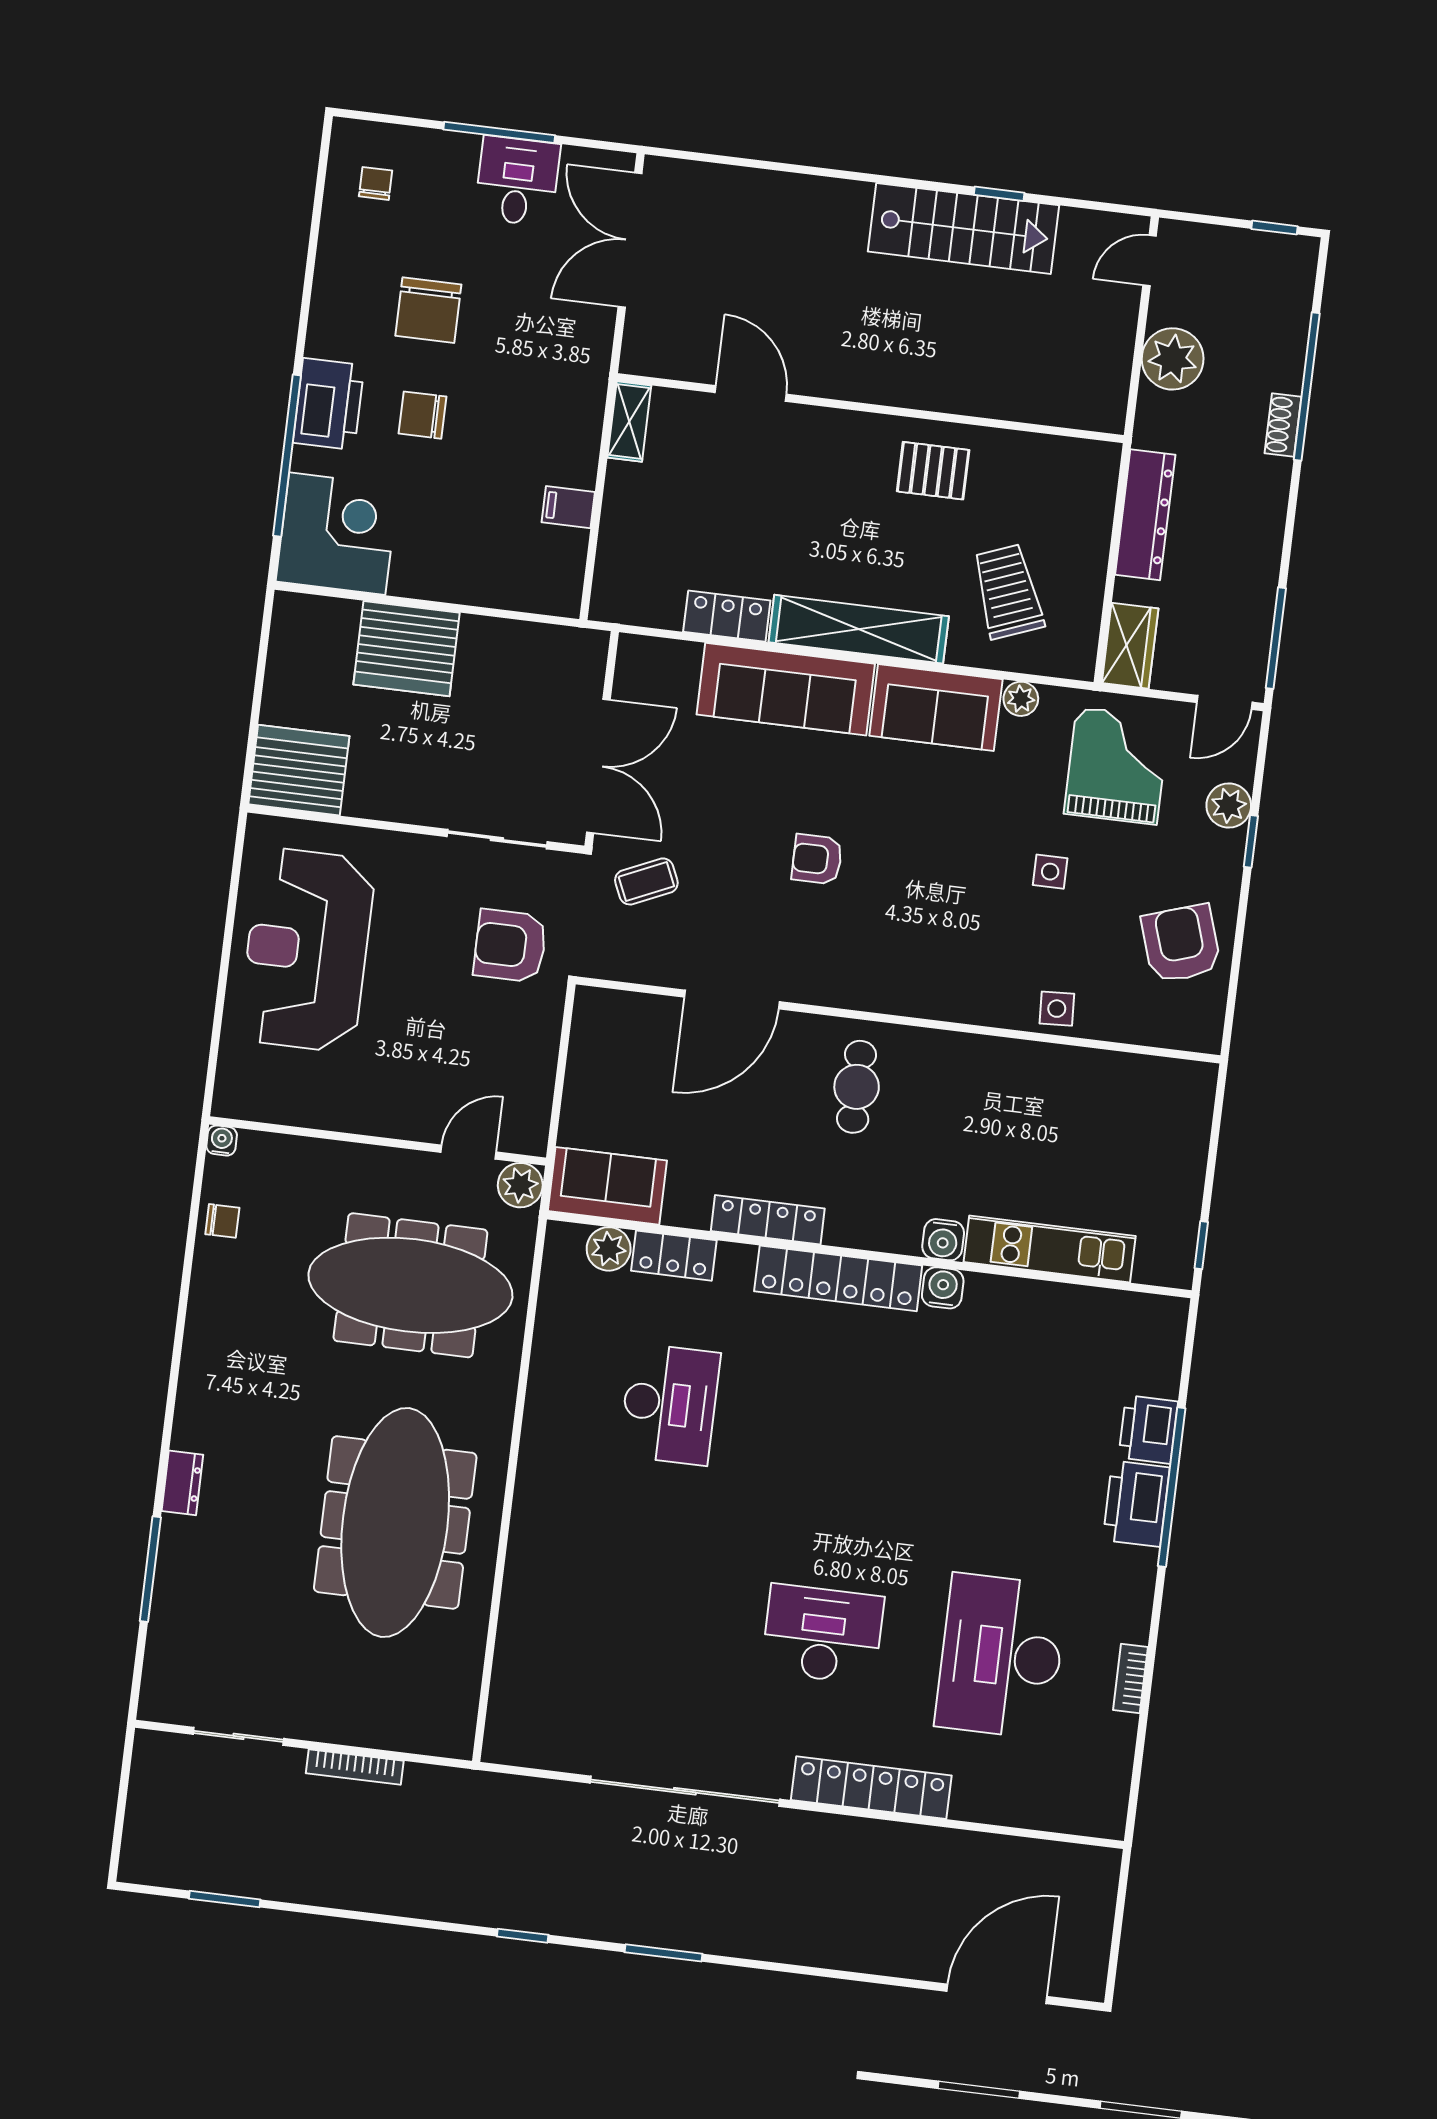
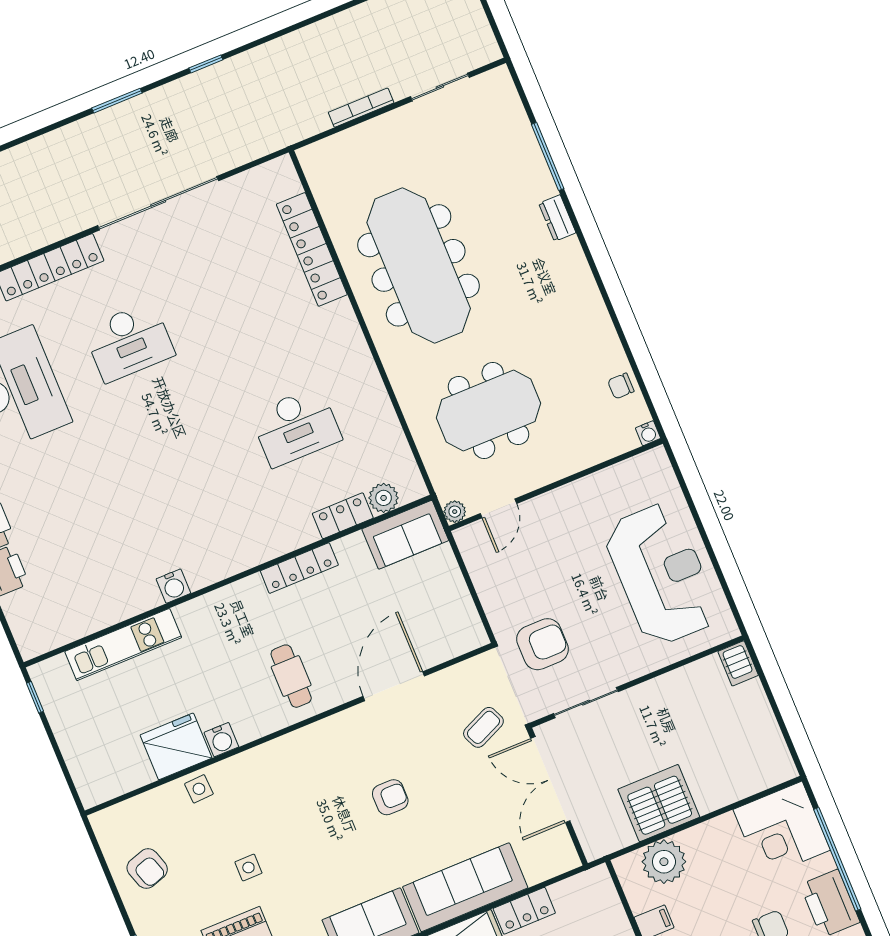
plant: (512, 578) -> (664, 862), added
server rack: (406, 649) -> (659, 803), moved
server rack: (299, 770) -> (738, 663), width x0.46, depth x0.70
armchair: (1181, 944) -> (147, 869), width x0.72, depth x0.72
fridge: (1056, 1080) -> (176, 746), added
plant: (520, 1185) -> (455, 512), width x0.73, depth x0.73
water cooler: (943, 1240) -> (221, 740), moved, turned 180
locker: (838, 1278) -> (312, 249), moved, turned -90
meeting table: (410, 1285) -> (488, 411), width x0.73
desk: (670, 1404) -> (296, 427), turned -90

